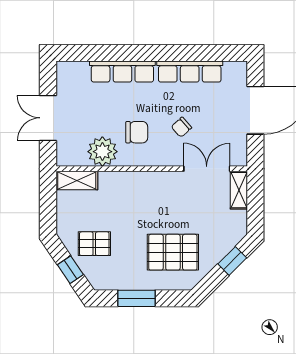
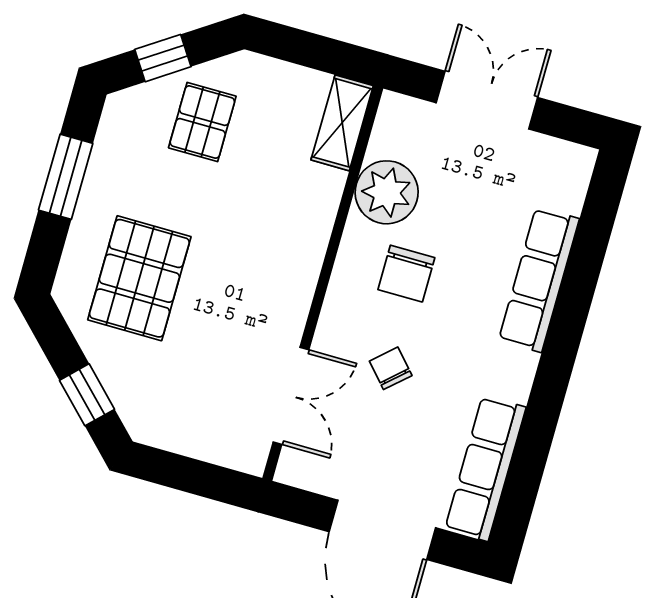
row of seats: (190, 72) -> (485, 468), moved
shelving: (239, 190) -> (228, 449), removed

